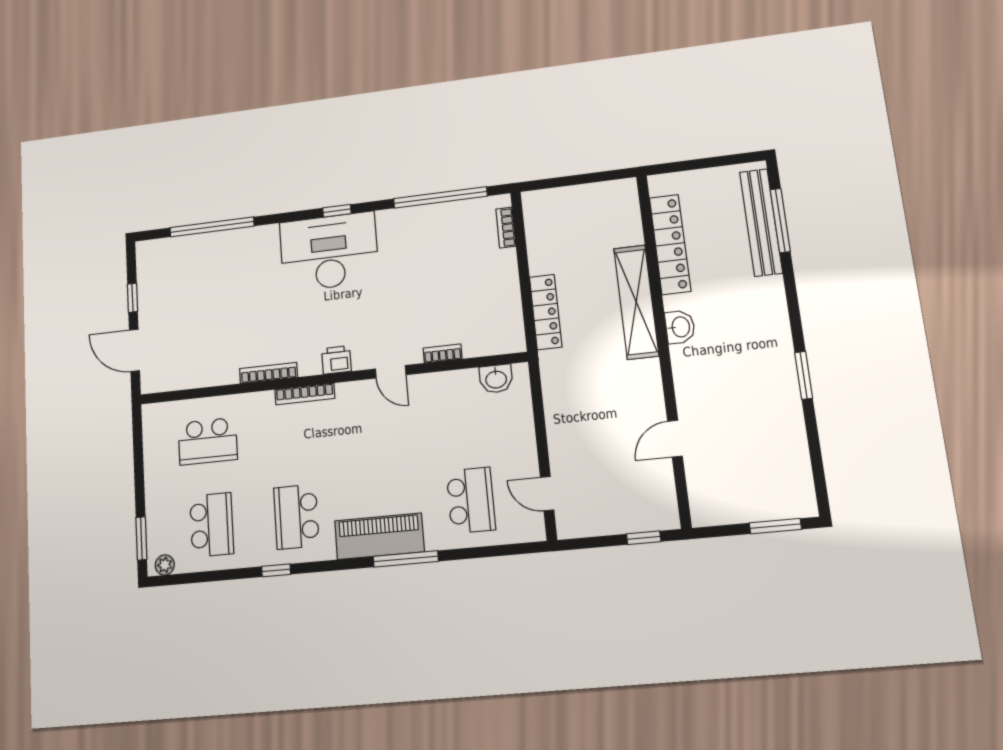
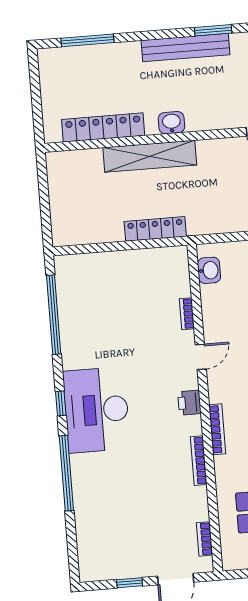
bench: (761, 222) -> (185, 47), moved
window: (212, 227) -> (66, 473), moved
bookcase: (506, 228) -> (204, 539), moved, turned 90

